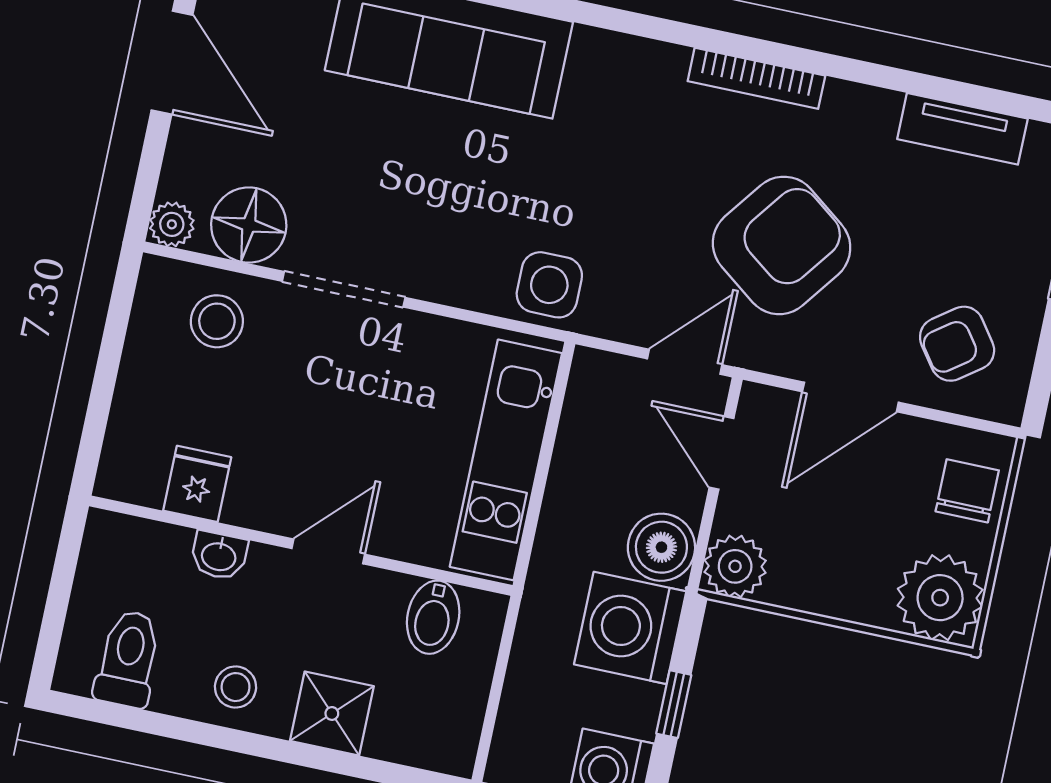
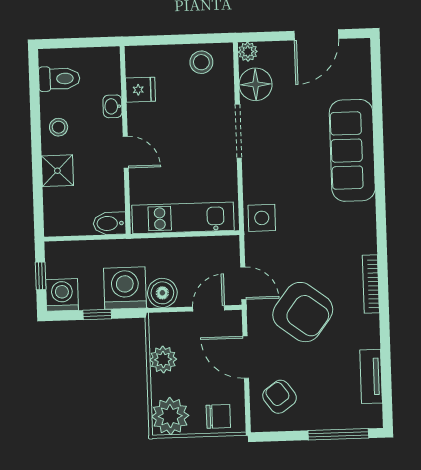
stool: (217, 321) -> (201, 62), moved
plant: (735, 566) -> (163, 360), moved
bidet: (433, 617) -> (109, 223), moved

